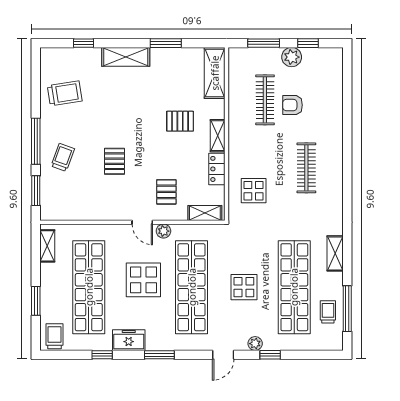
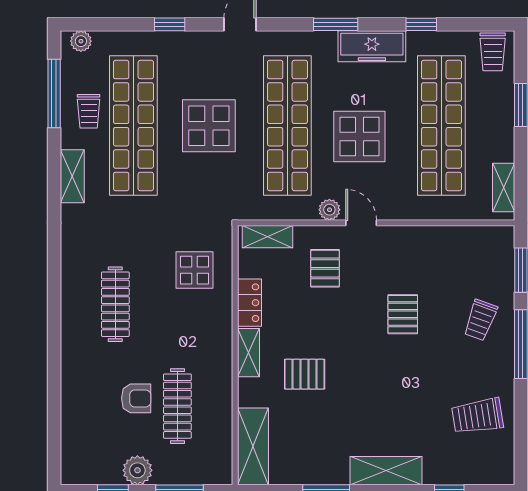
display table: (244, 287) -> (209, 126), width x1.36, depth x1.36
trolley: (328, 312) -> (89, 111), moved
freezer: (129, 340) -> (372, 46), width x1.40
plant: (255, 344) -> (81, 41), moved

